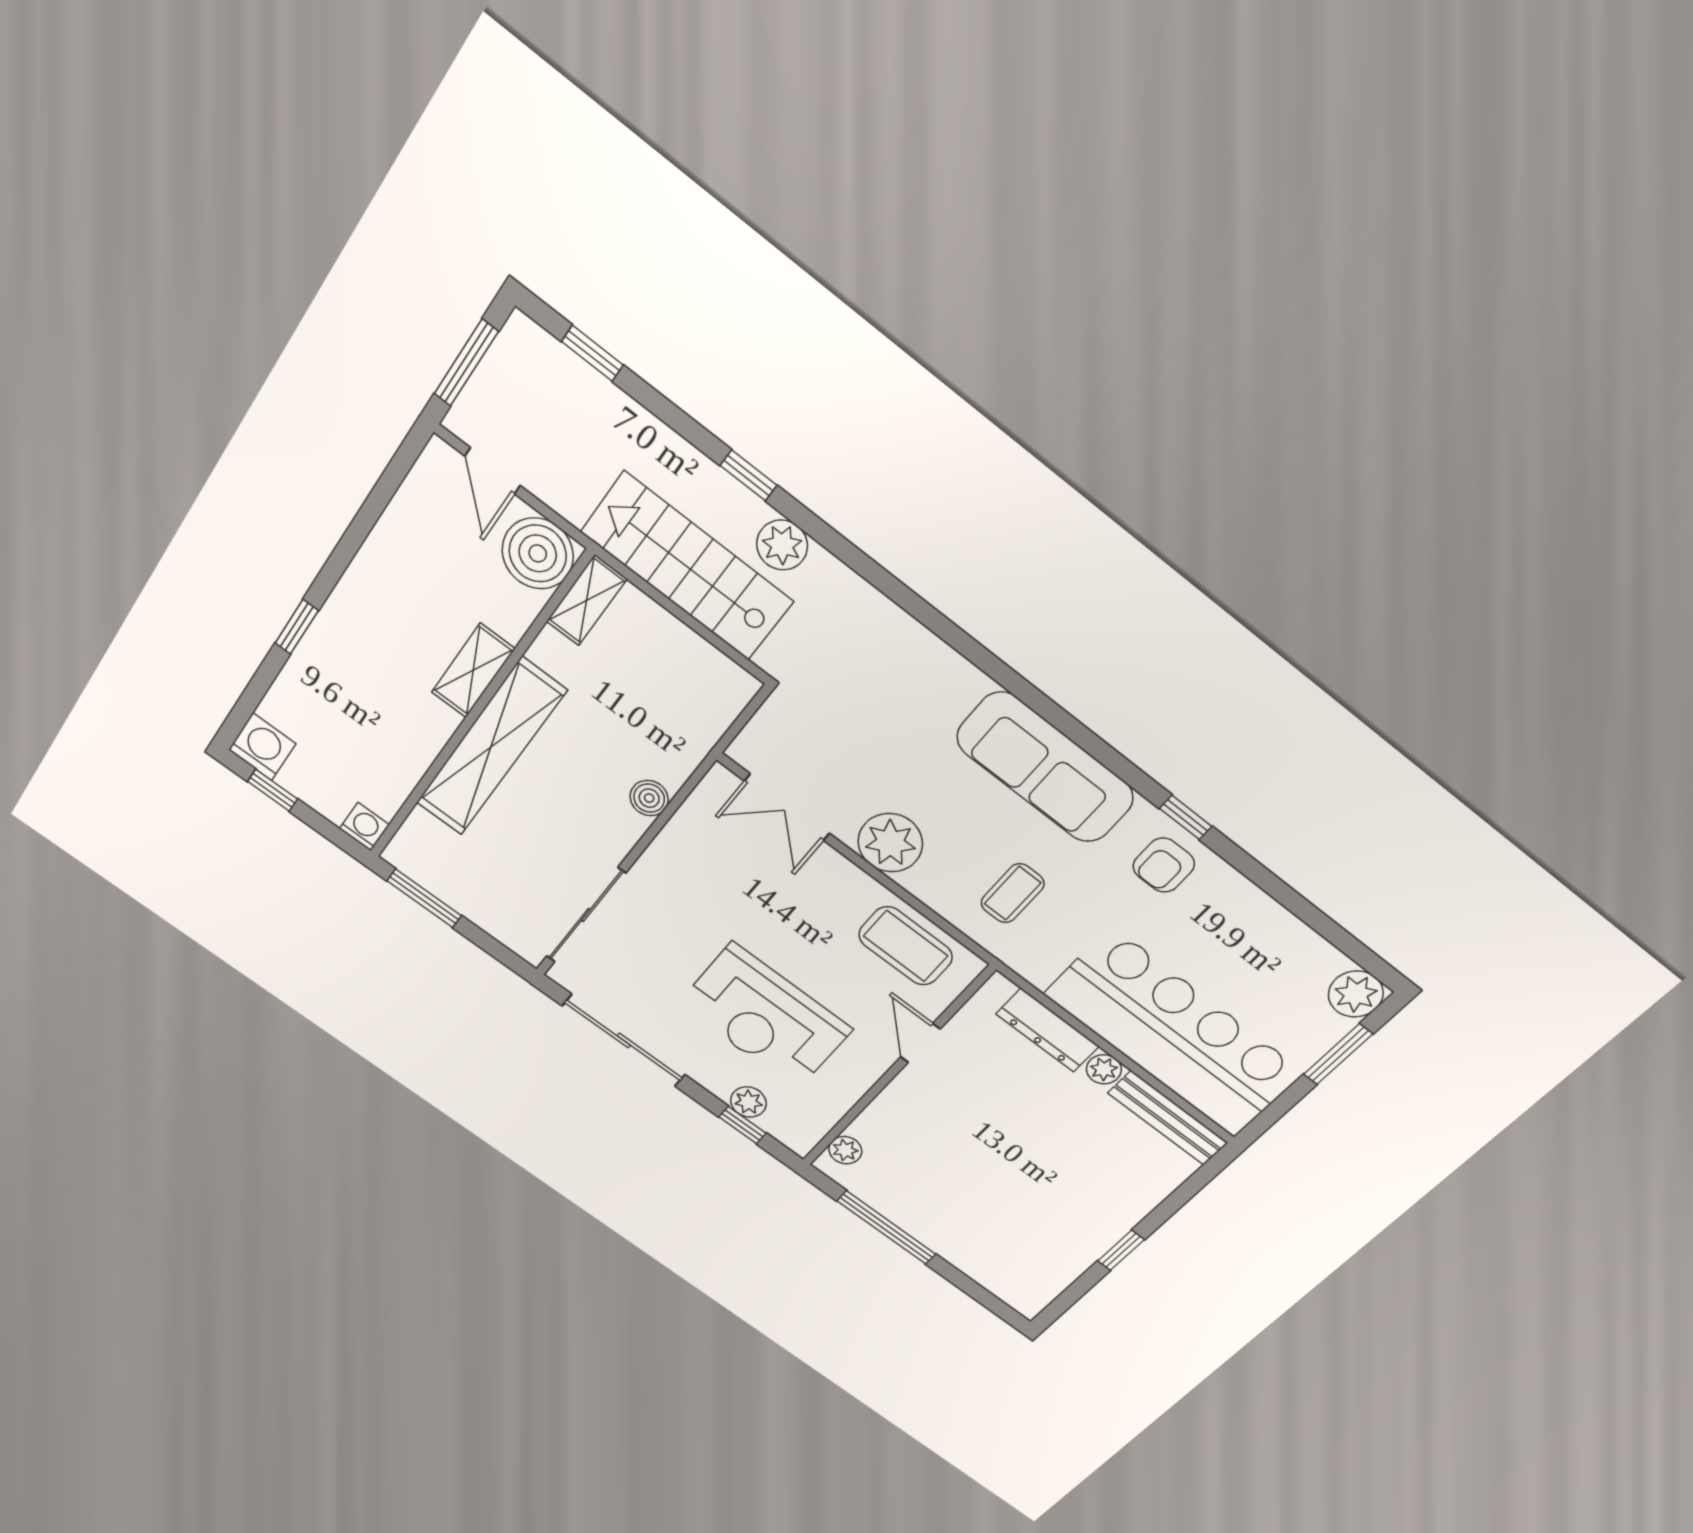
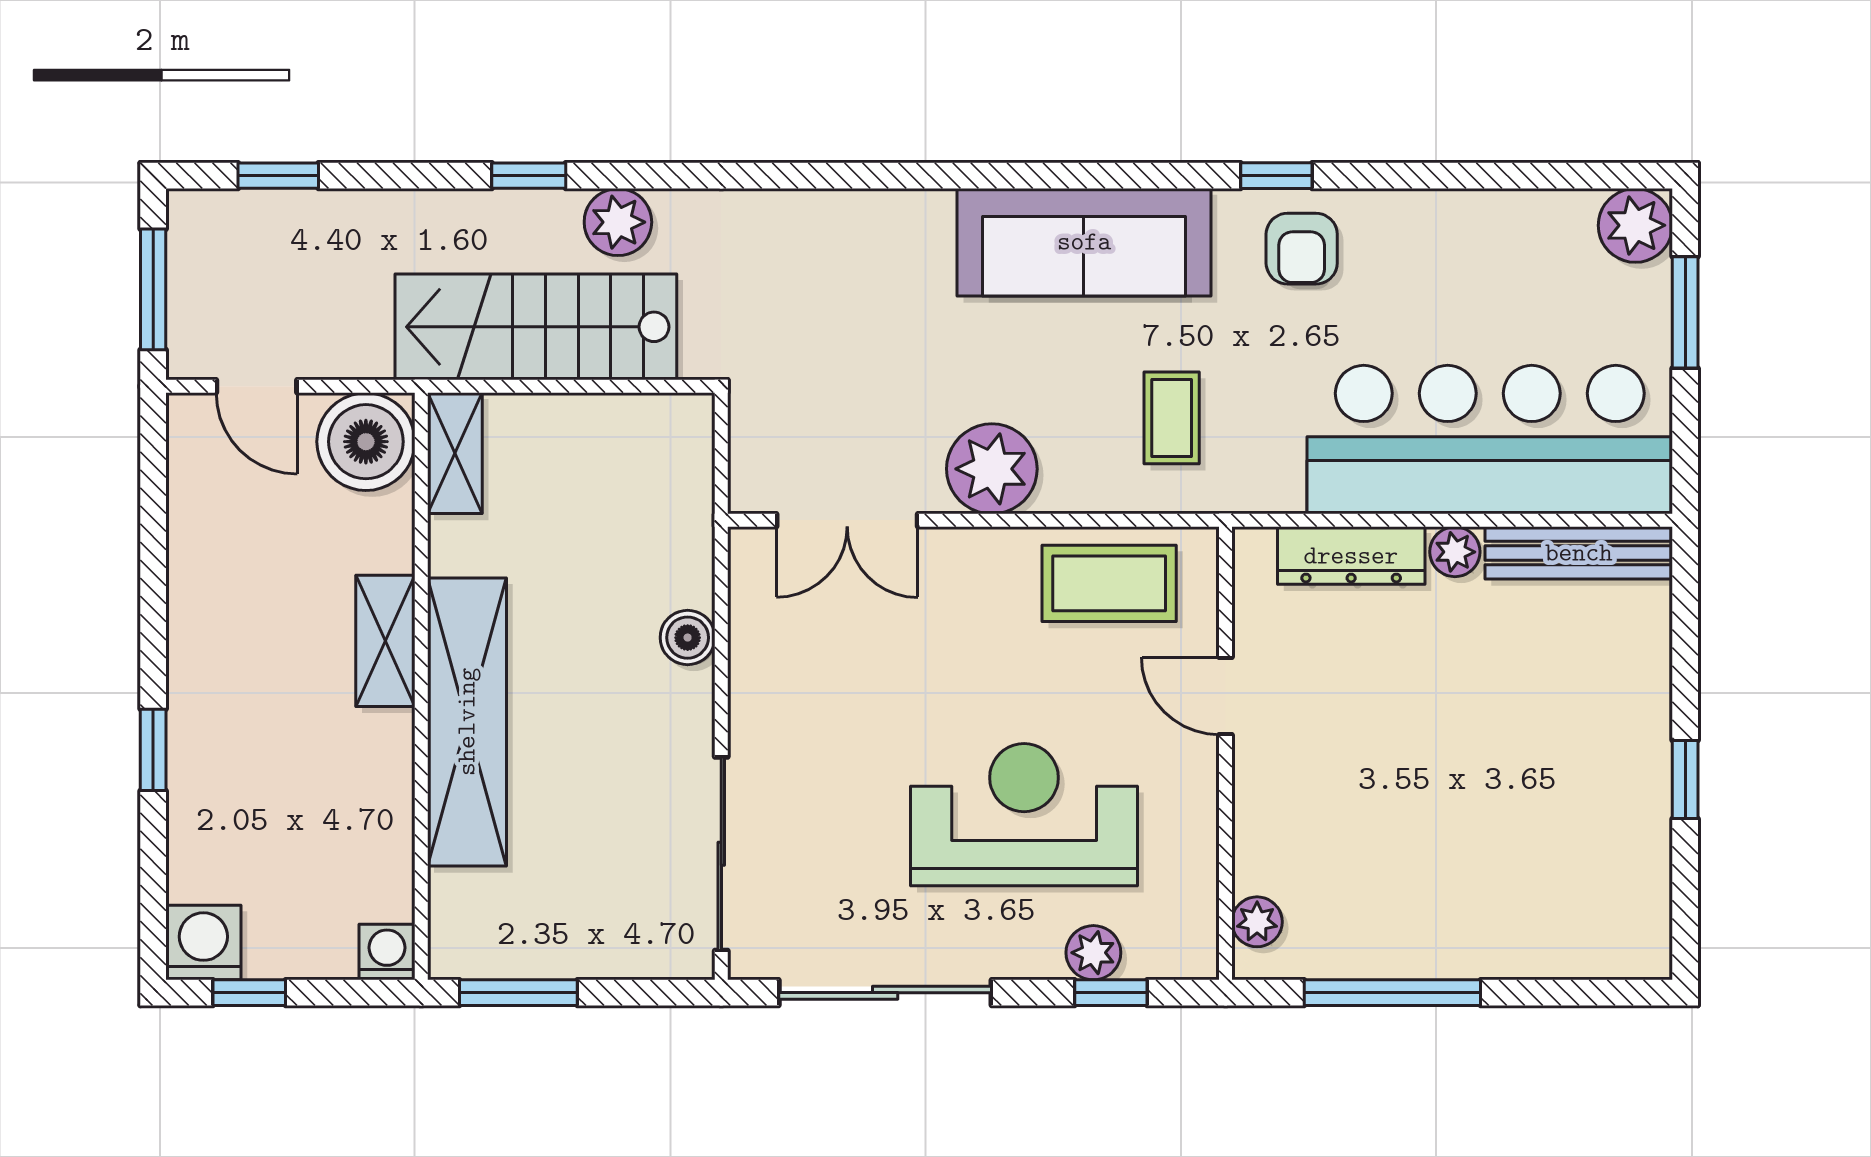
reception desk: (765, 1017) -> (1024, 815), turned 180

